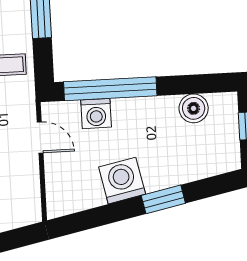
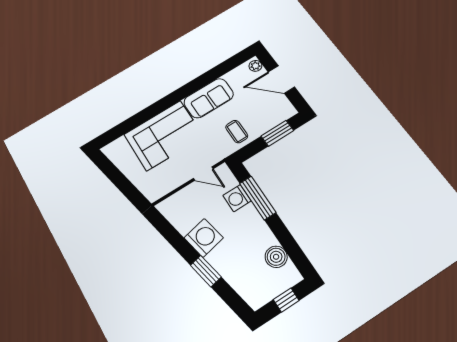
window: (110, 89) -> (258, 198), width x0.68
door: (40, 137) -> (203, 174), hinge flipped

